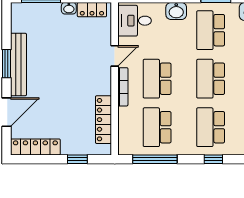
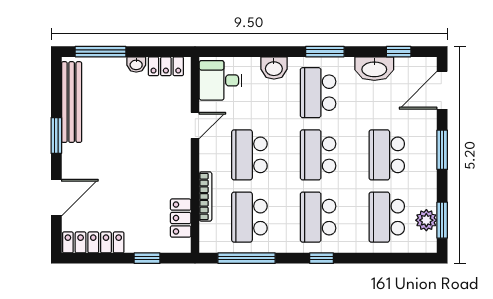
bench: (18, 65) -> (72, 102), moved
bookcase: (123, 87) -> (206, 197), moved
locker: (103, 120) -> (181, 218), width x0.66

